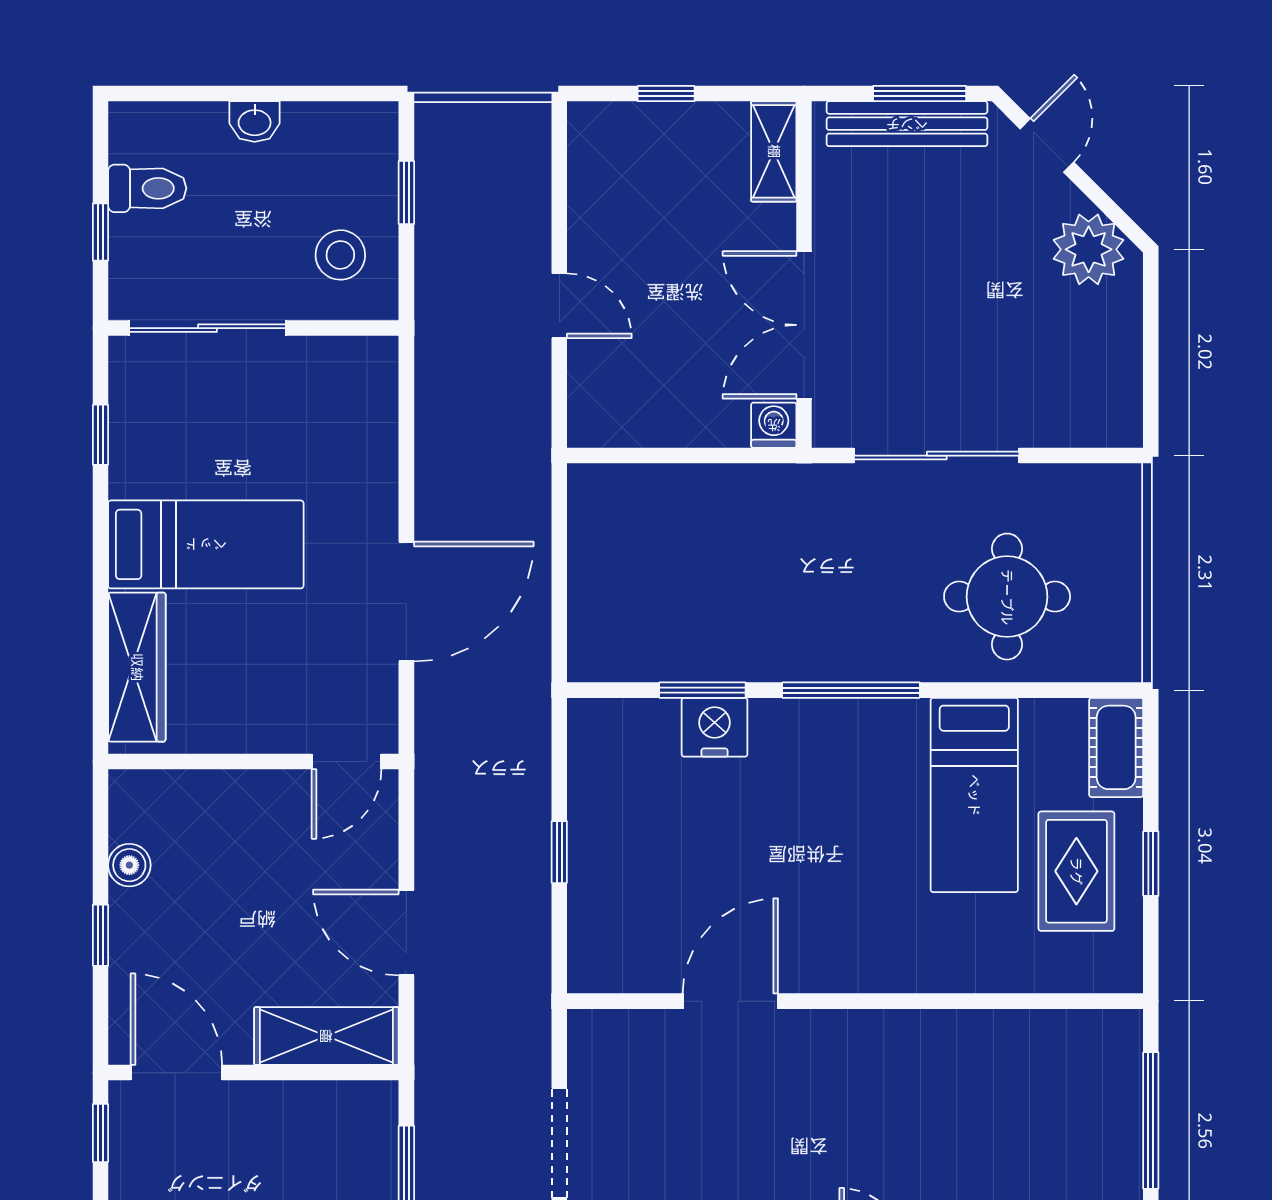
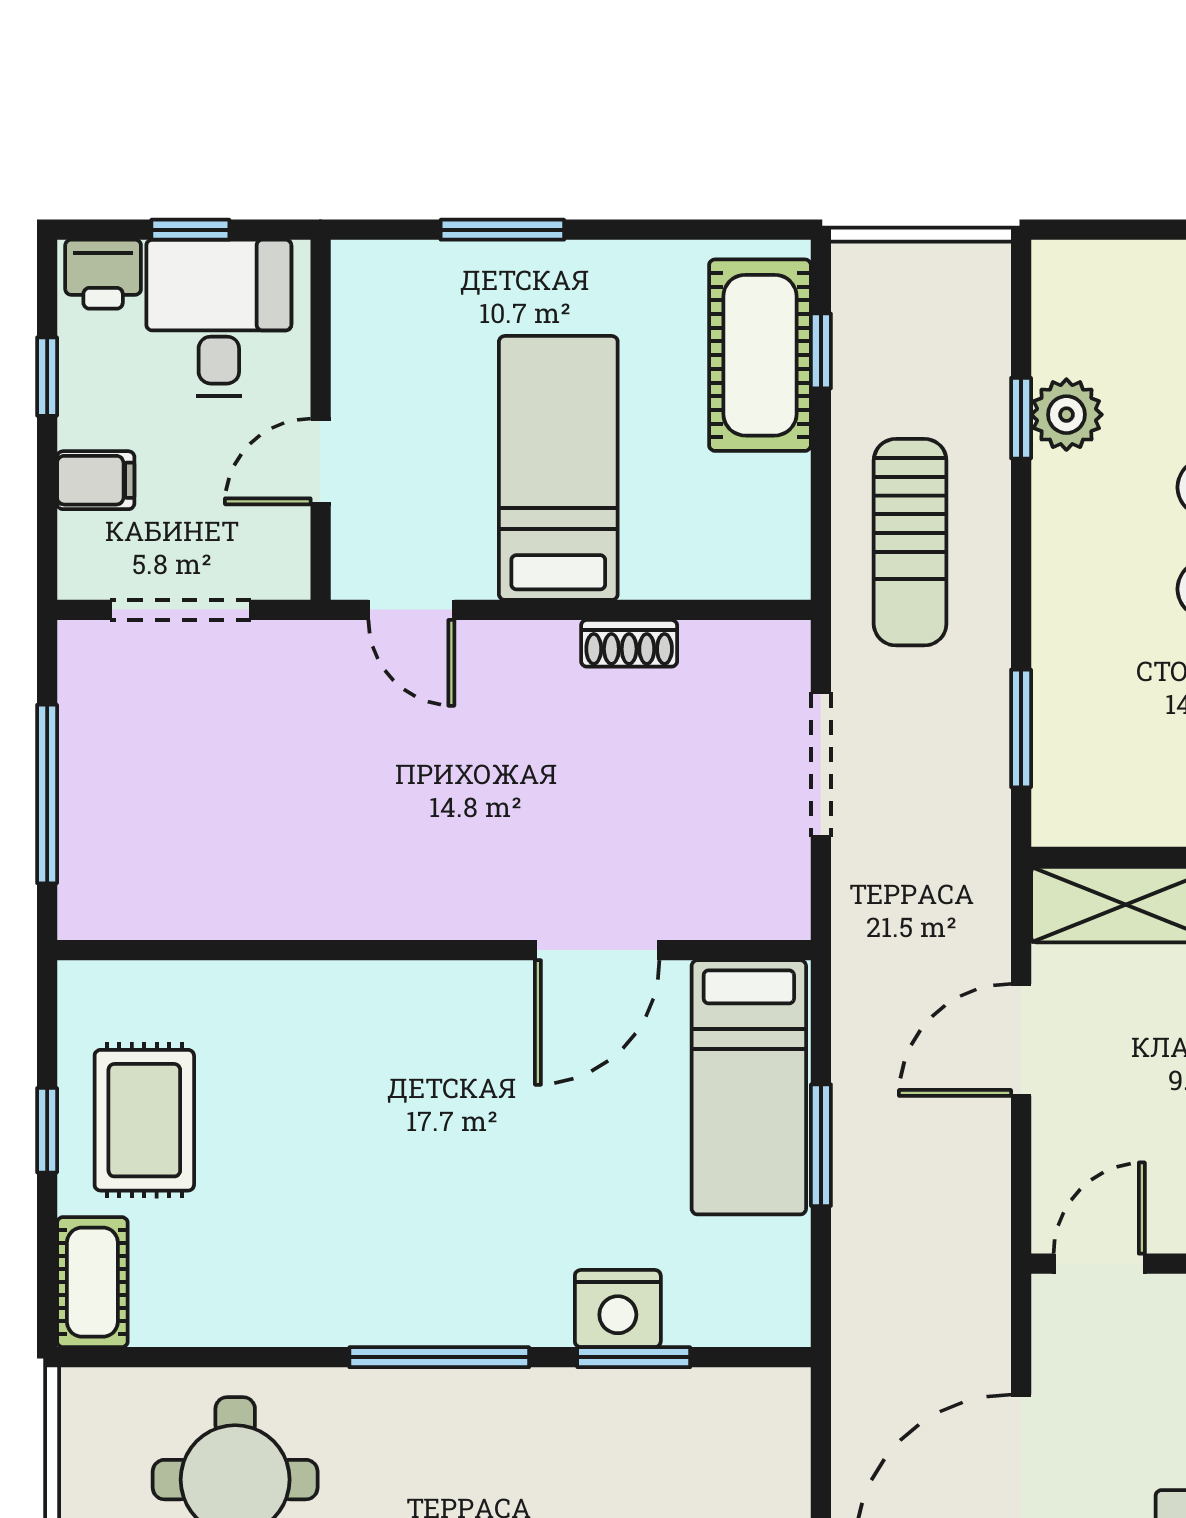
bed: (974, 795) -> (749, 1087), moved, turned 180
window: (559, 852) -> (821, 1145), width x1.50
door: (406, 933) -> (1021, 1040), swing flipped

